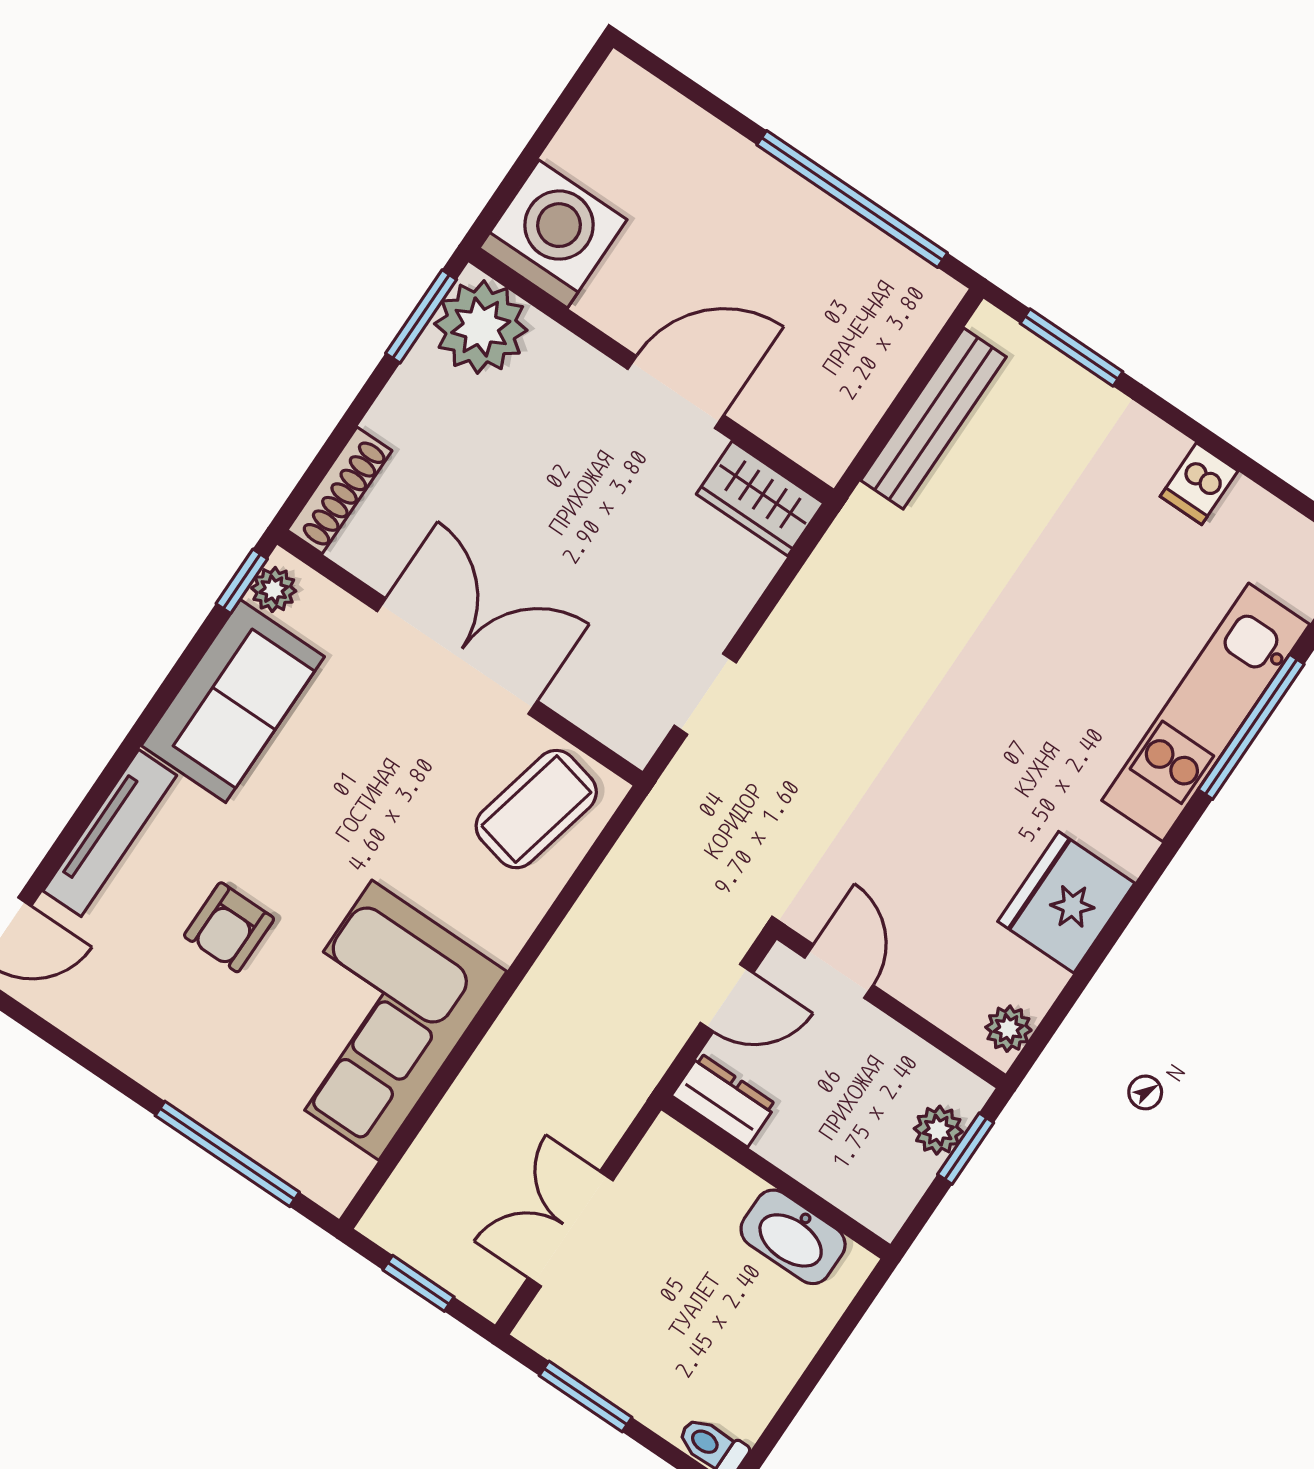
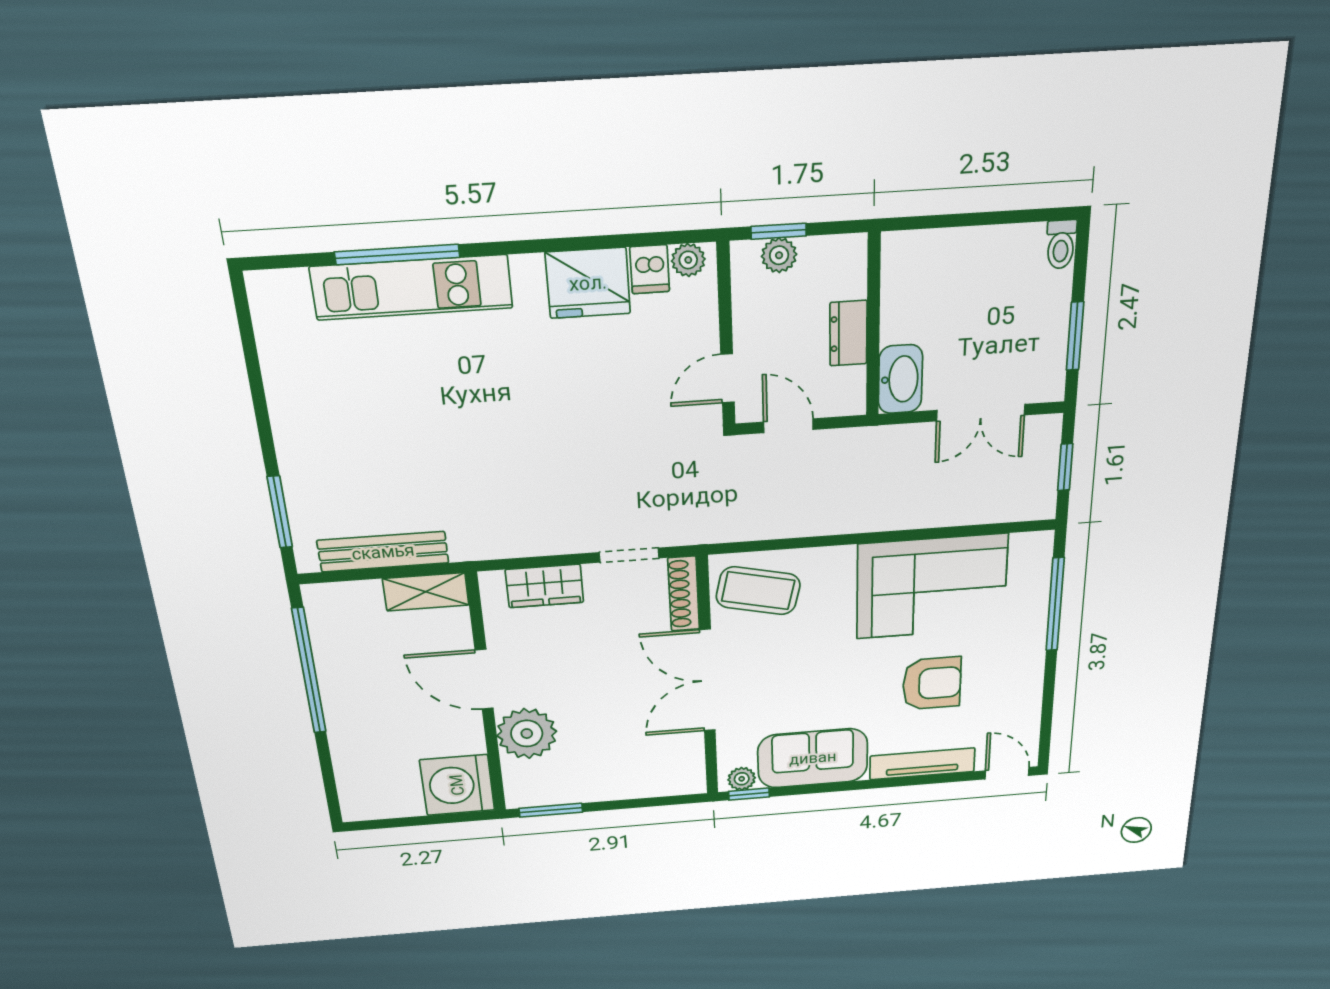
plant: (481, 327) -> (527, 734), moved
shelving: (845, 423) -> (426, 592), added
dishwasher: (1199, 484) -> (650, 269), moved, turned 90
shoe rack: (340, 490) -> (684, 594), moved, turned -90
wardrobe: (760, 499) -> (545, 586), moved, turned 90
armchair: (229, 927) -> (932, 683), width x1.38, depth x1.38
dresser: (724, 1100) -> (848, 333), moved
washbasin: (793, 1237) -> (900, 379), moved

